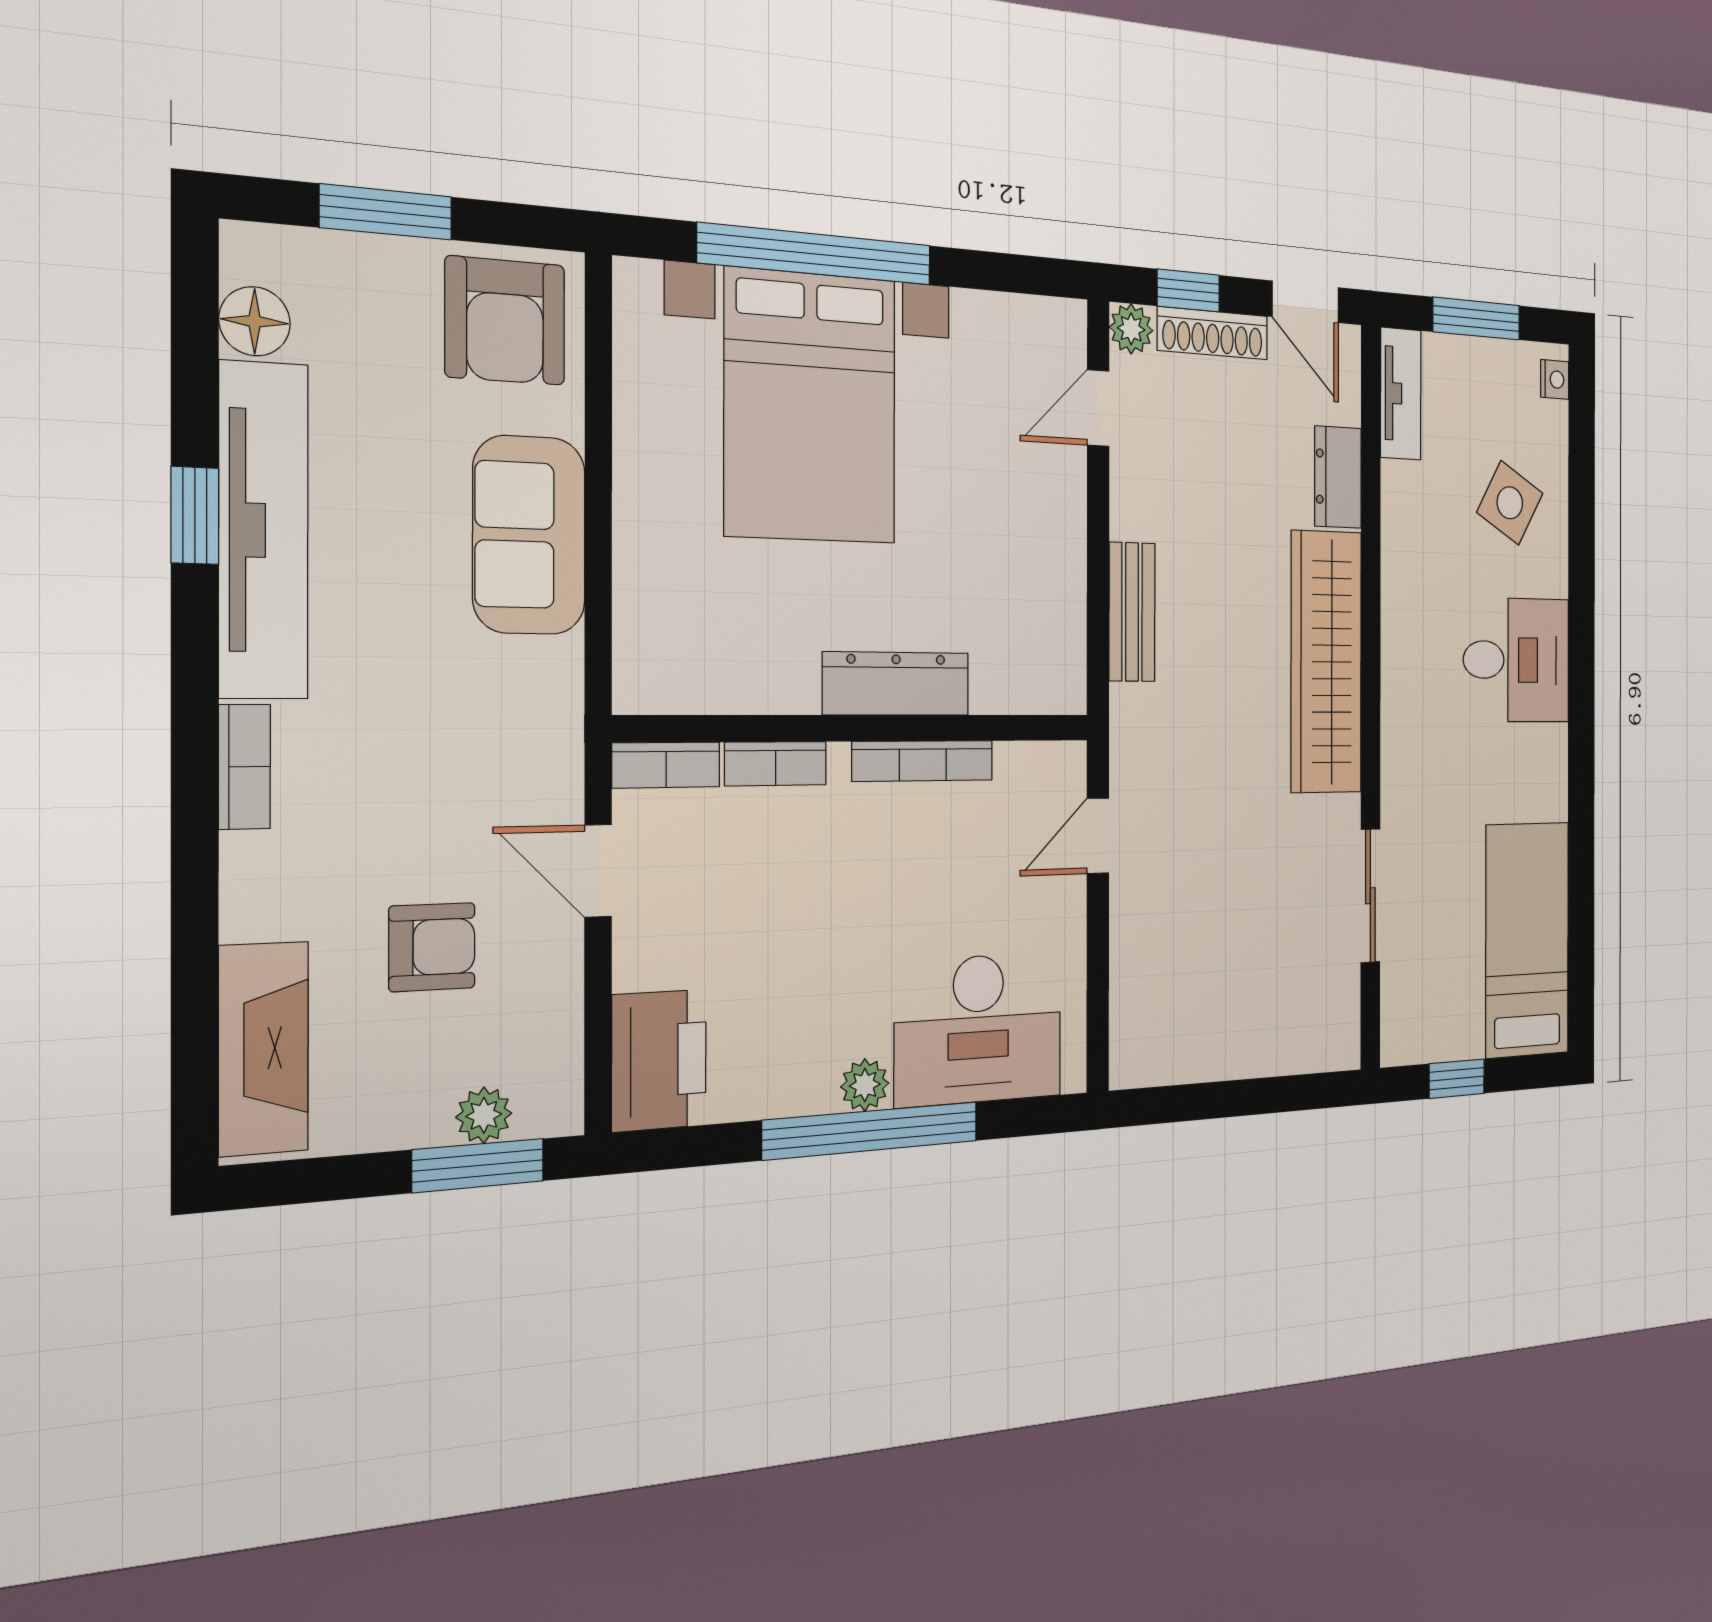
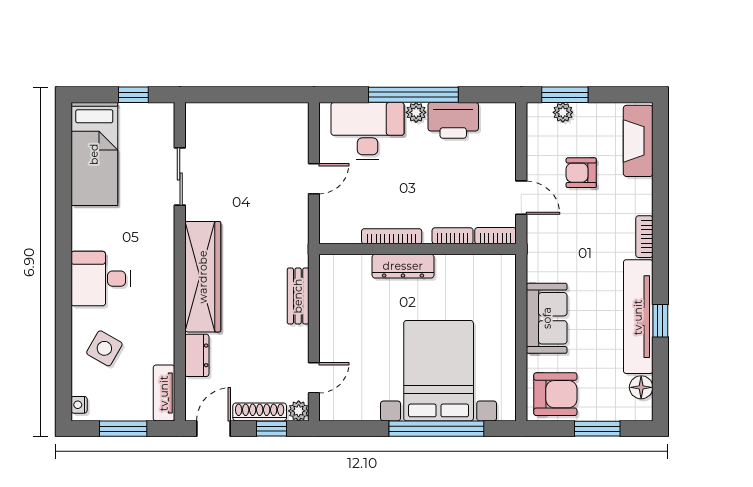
door: (1306, 302) -> (213, 429), hinge flipped
armchair: (505, 321) -> (555, 394), turned 90
door: (1098, 836) -> (314, 179), moved
printer: (659, 1060) -> (453, 120), moved, turned -90

